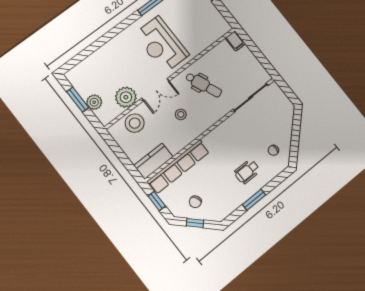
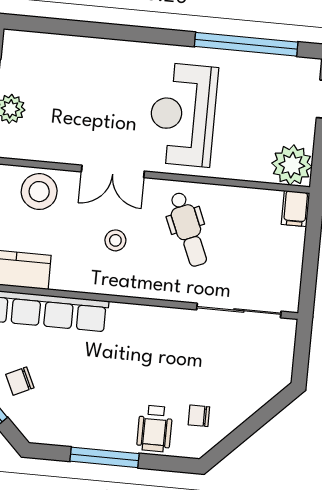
plant: (126, 97) -> (292, 165), moved
wheelchair: (247, 172) -> (155, 428), moved, turned -90
window: (254, 200) -> (104, 457), width x1.44

